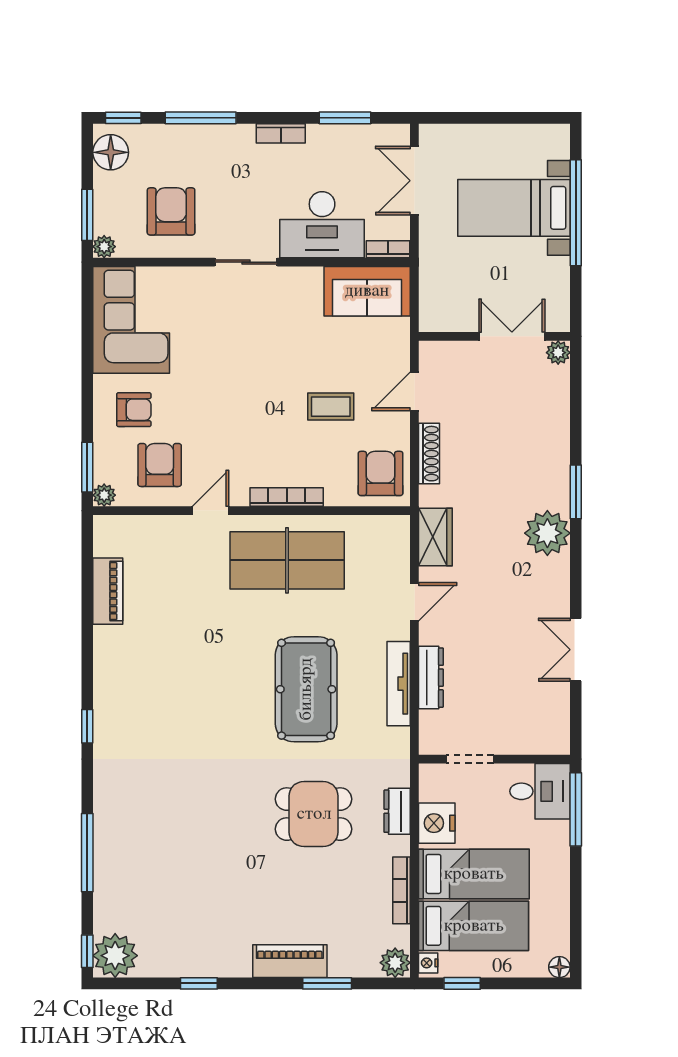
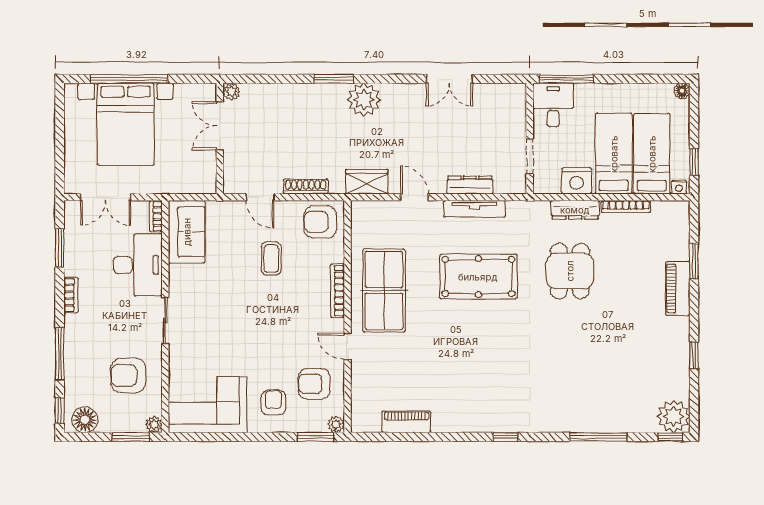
bed with nightstands: (514, 208) -> (126, 124), width x1.36
dresser: (397, 811) -> (575, 210), width x1.44
plant: (395, 963) -> (679, 211), removed

